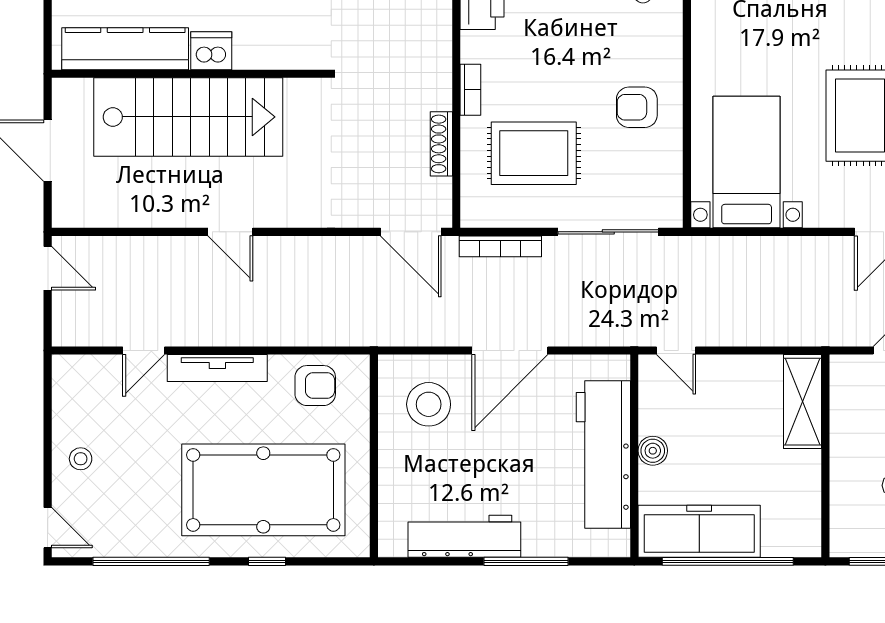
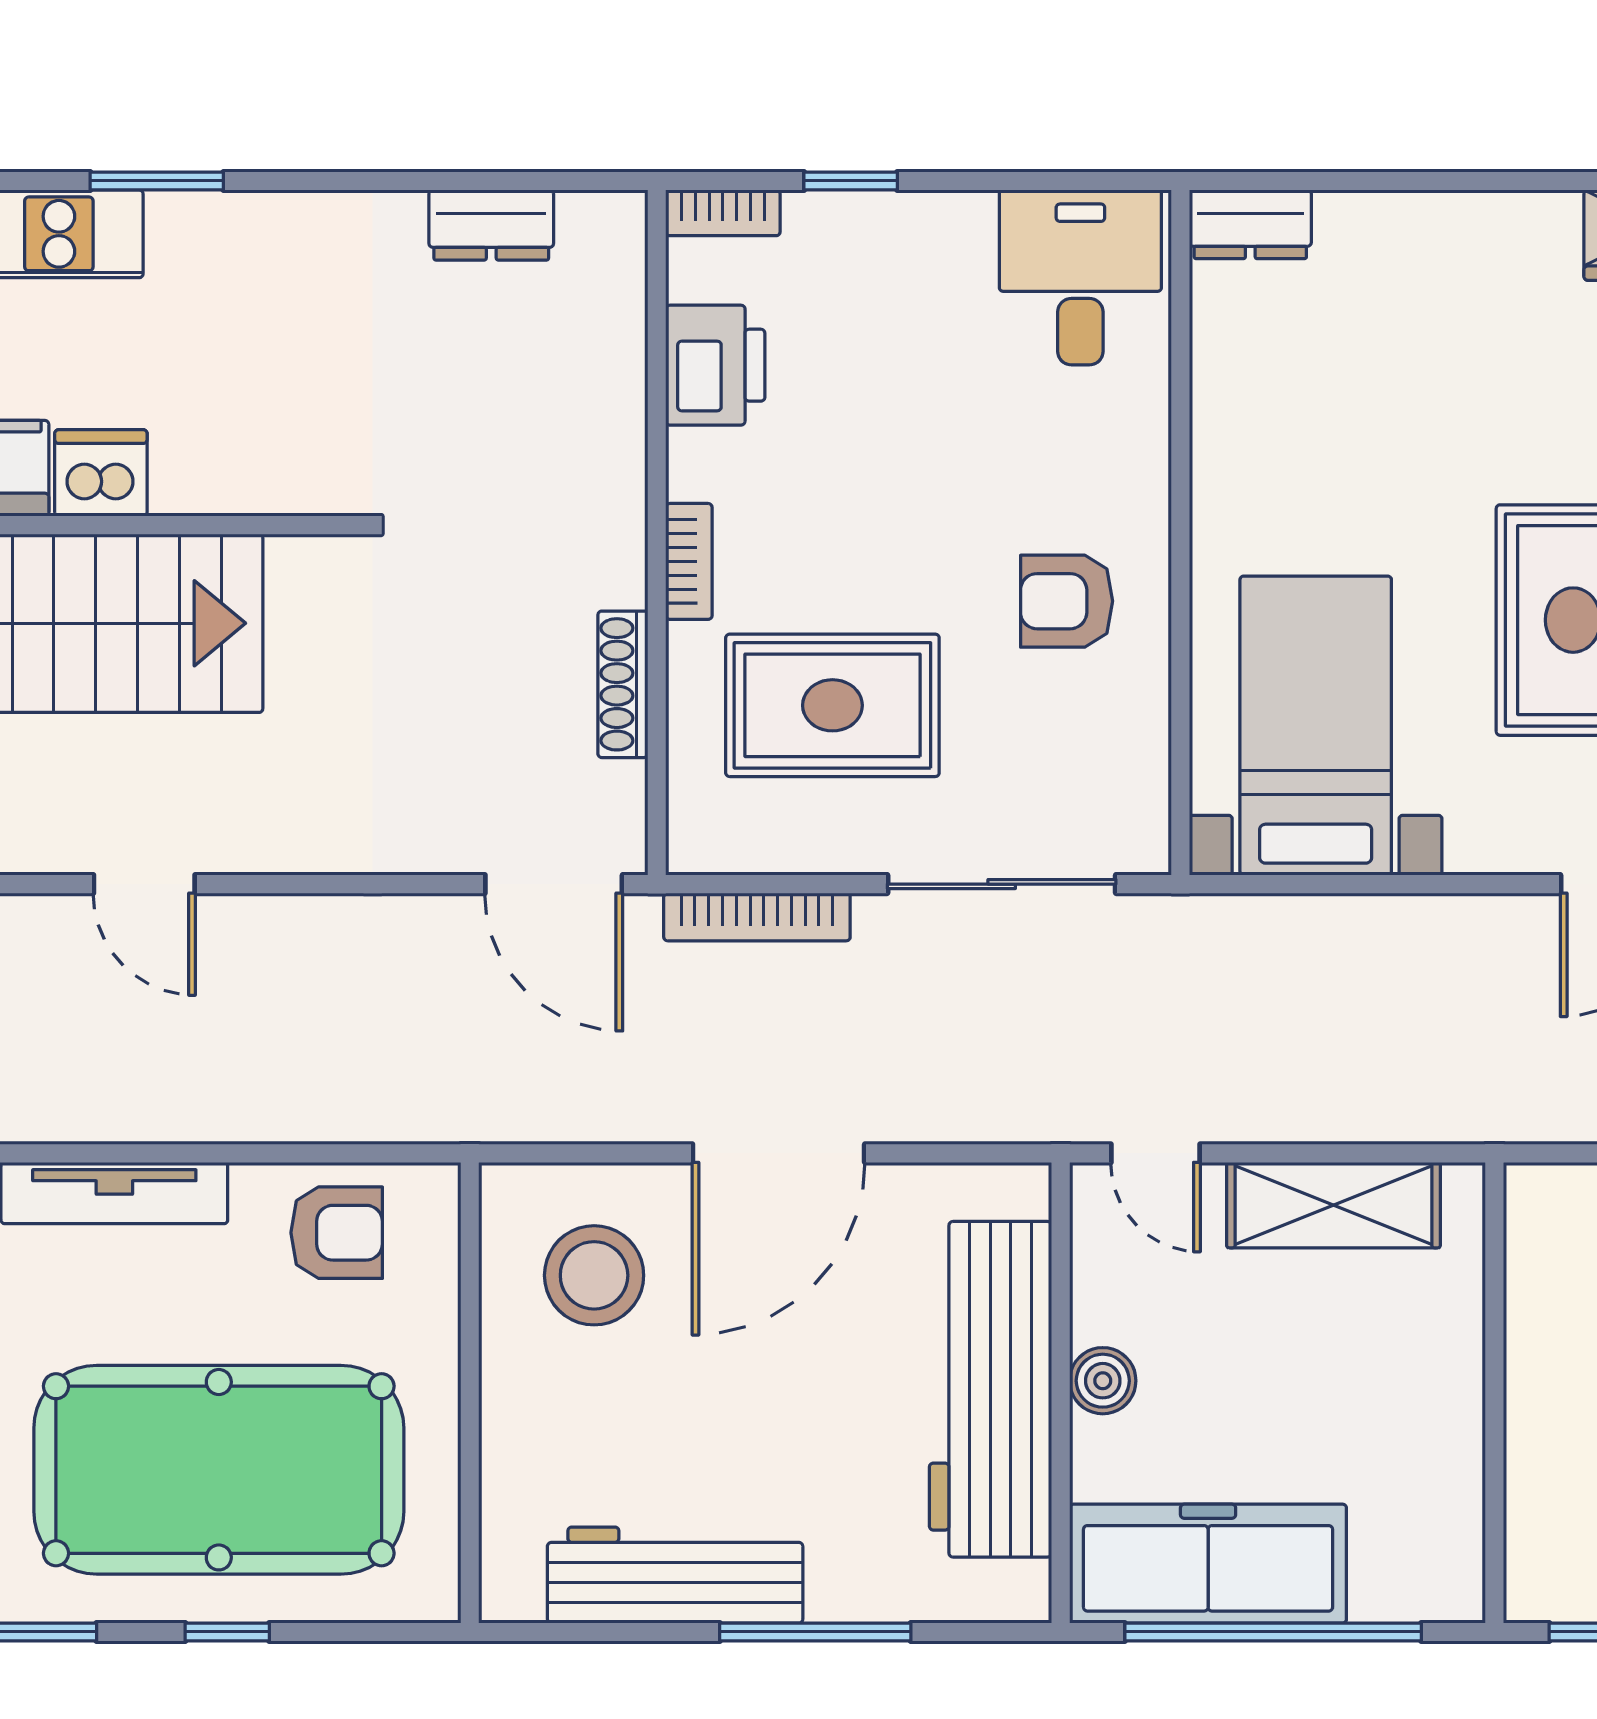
shelving: (803, 402) -> (1333, 1205), moved, turned 90

